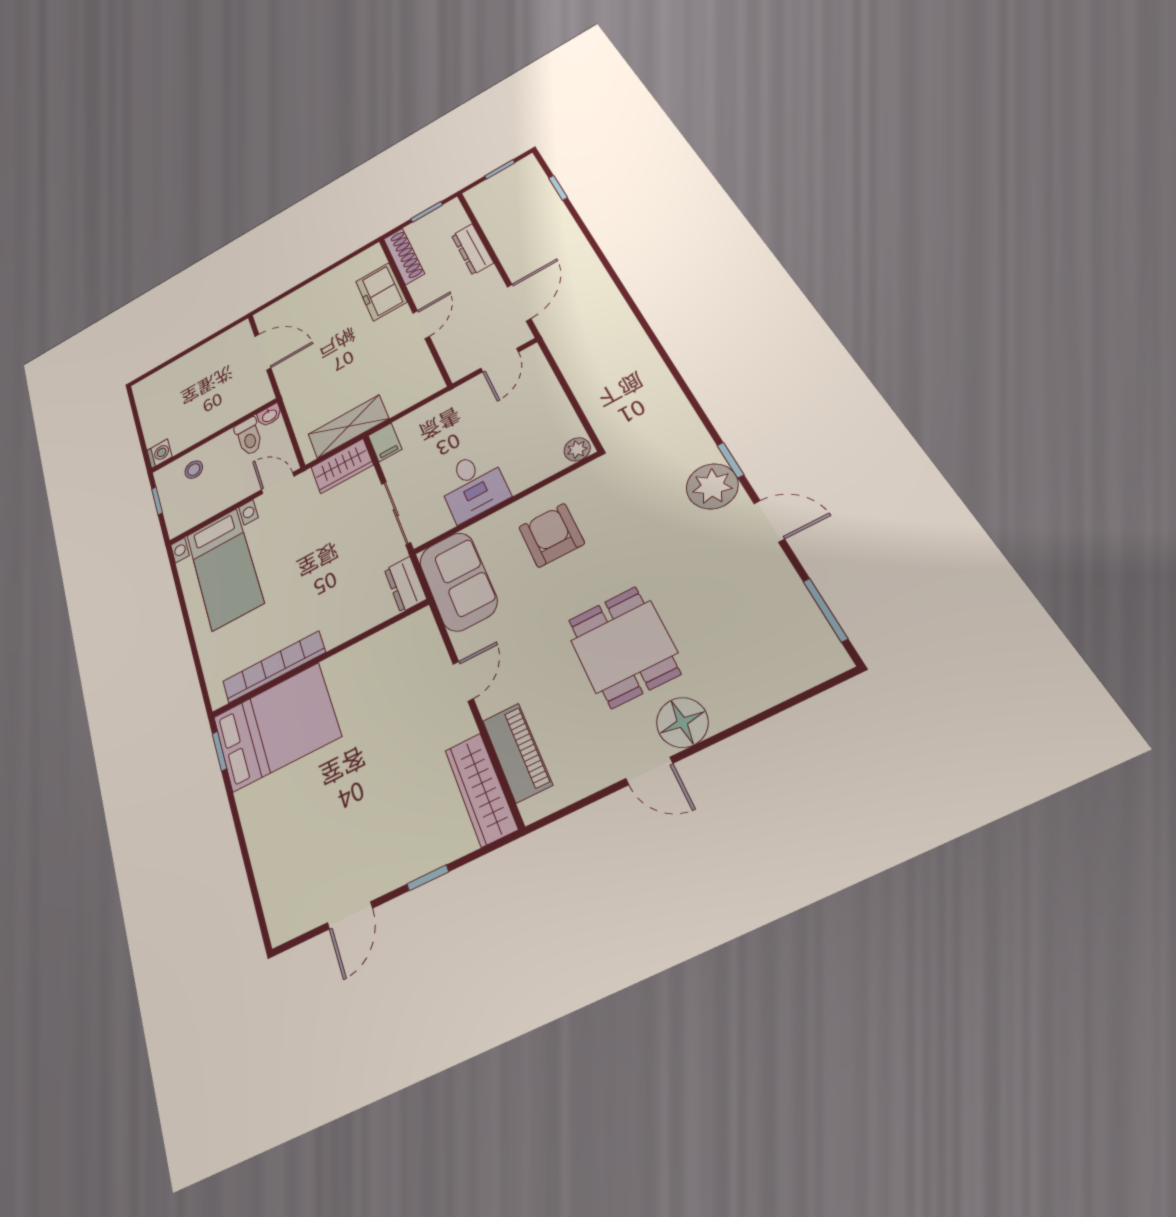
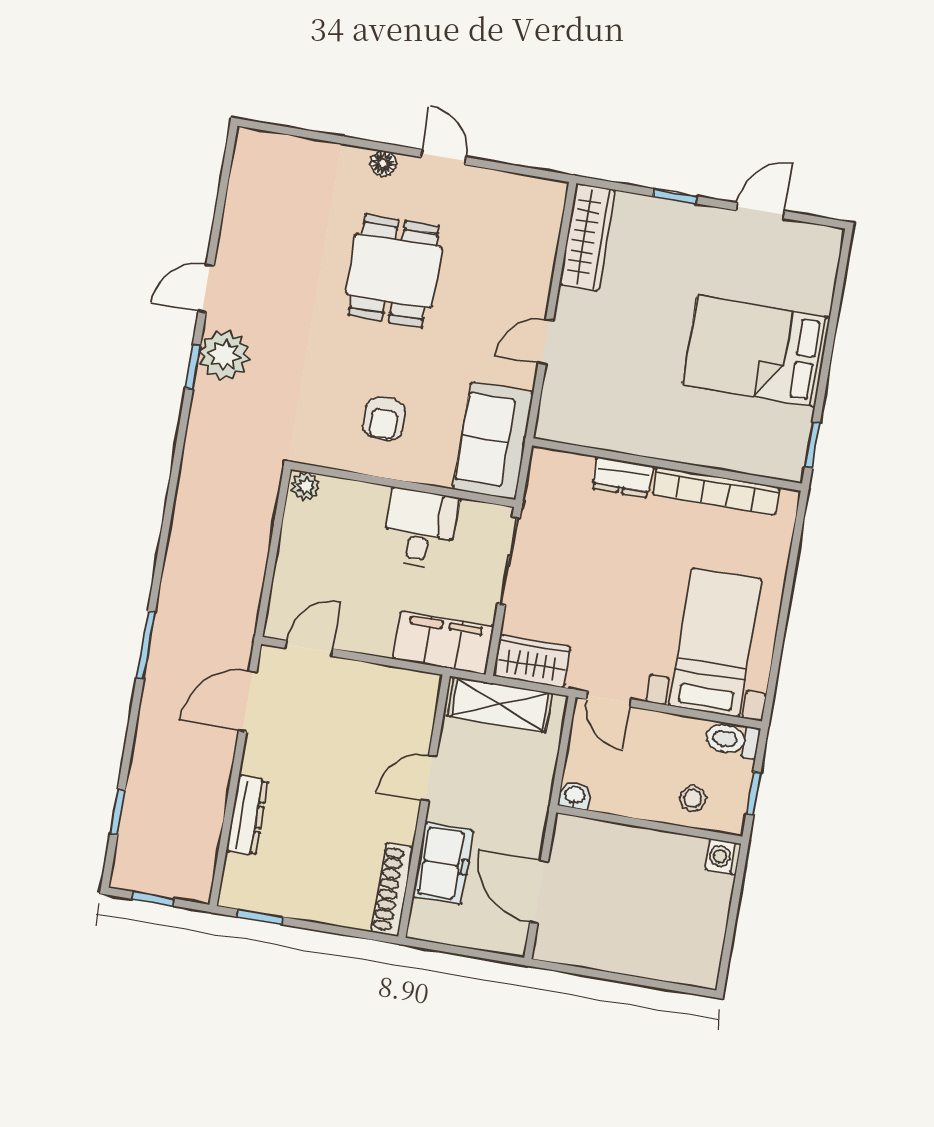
shoe rack: (404, 256) -> (392, 890), moved
freezer: (381, 292) -> (443, 864), moved
wall: (414, 309) -> (424, 806), moved
door: (421, 325) -> (429, 778), moved
toilet: (249, 437) -> (732, 740), moved, turned -90
filing cabinet: (385, 442) -> (443, 643), width x3.00, depth x1.17
door: (769, 521) -> (206, 288), hinge flipped
armchair: (551, 535) -> (384, 419), width x0.72, depth x0.72
dresser: (405, 584) -> (622, 477), moved, turned 90
window: (825, 610) -> (146, 645), moved
floor lamp: (682, 722) -> (383, 163), width x0.53, depth x0.53
bed: (276, 727) -> (756, 351), moved
piano: (517, 752) -> (538, 246), removed

